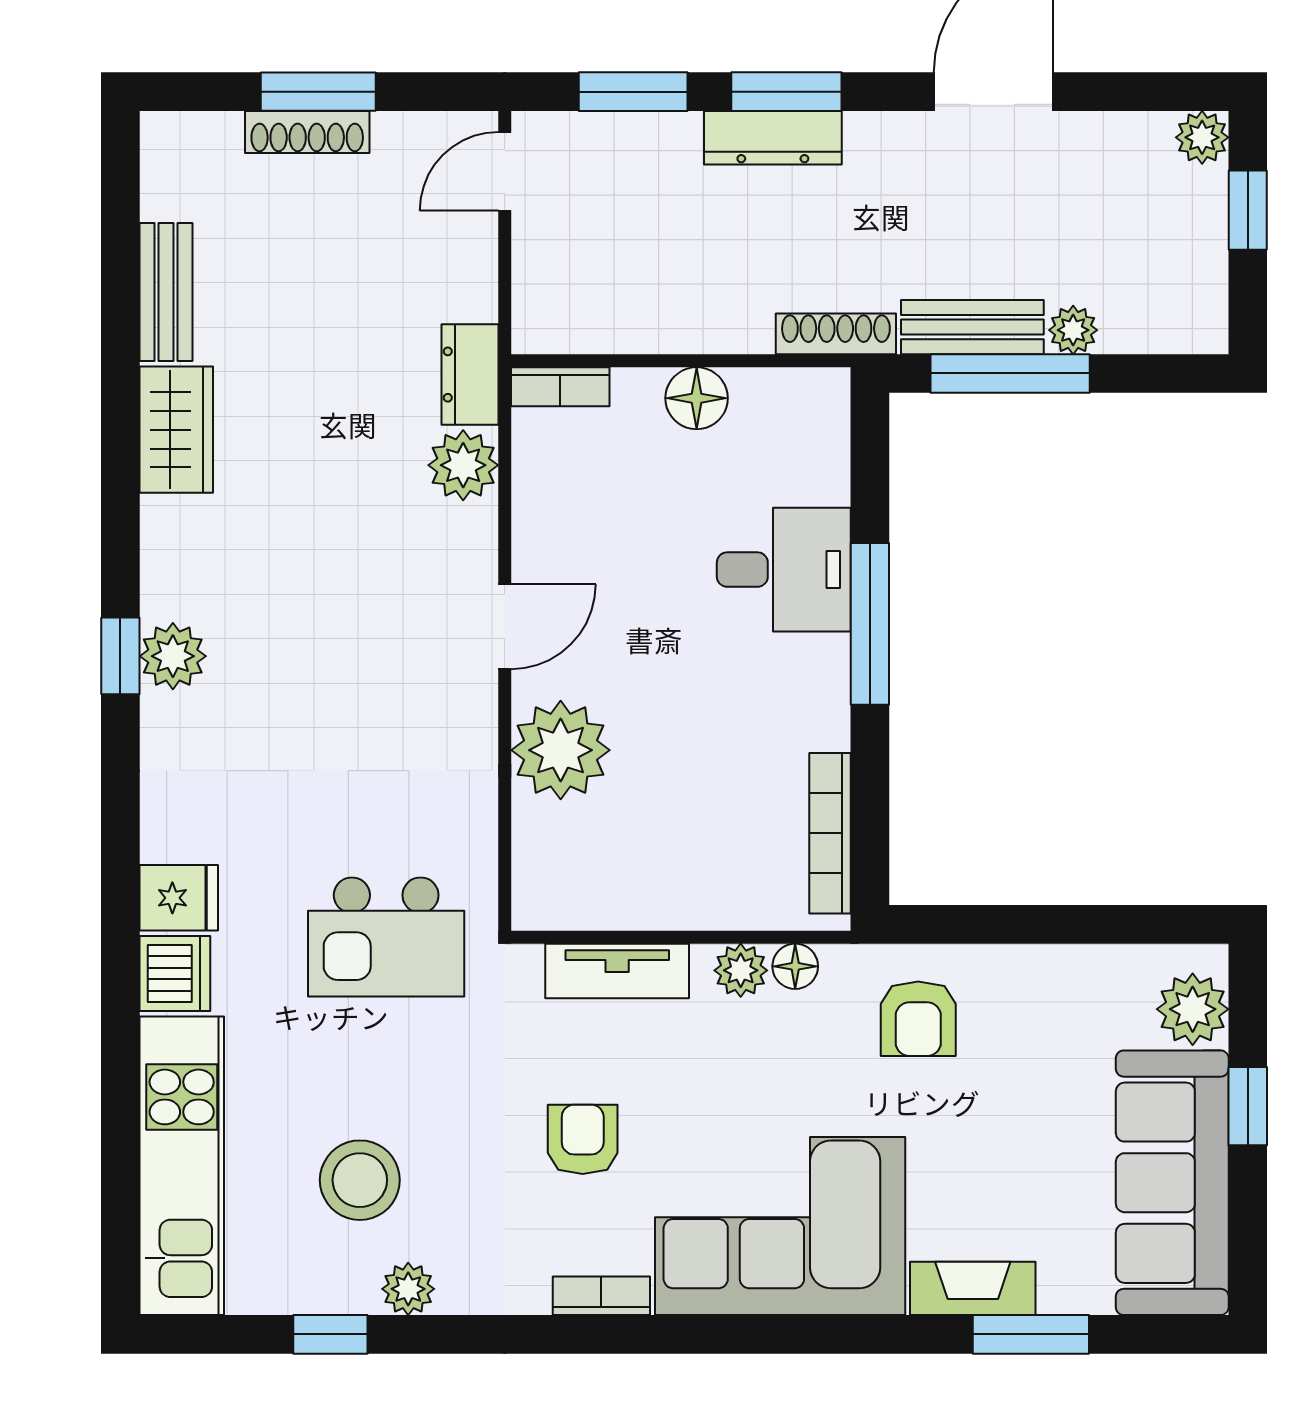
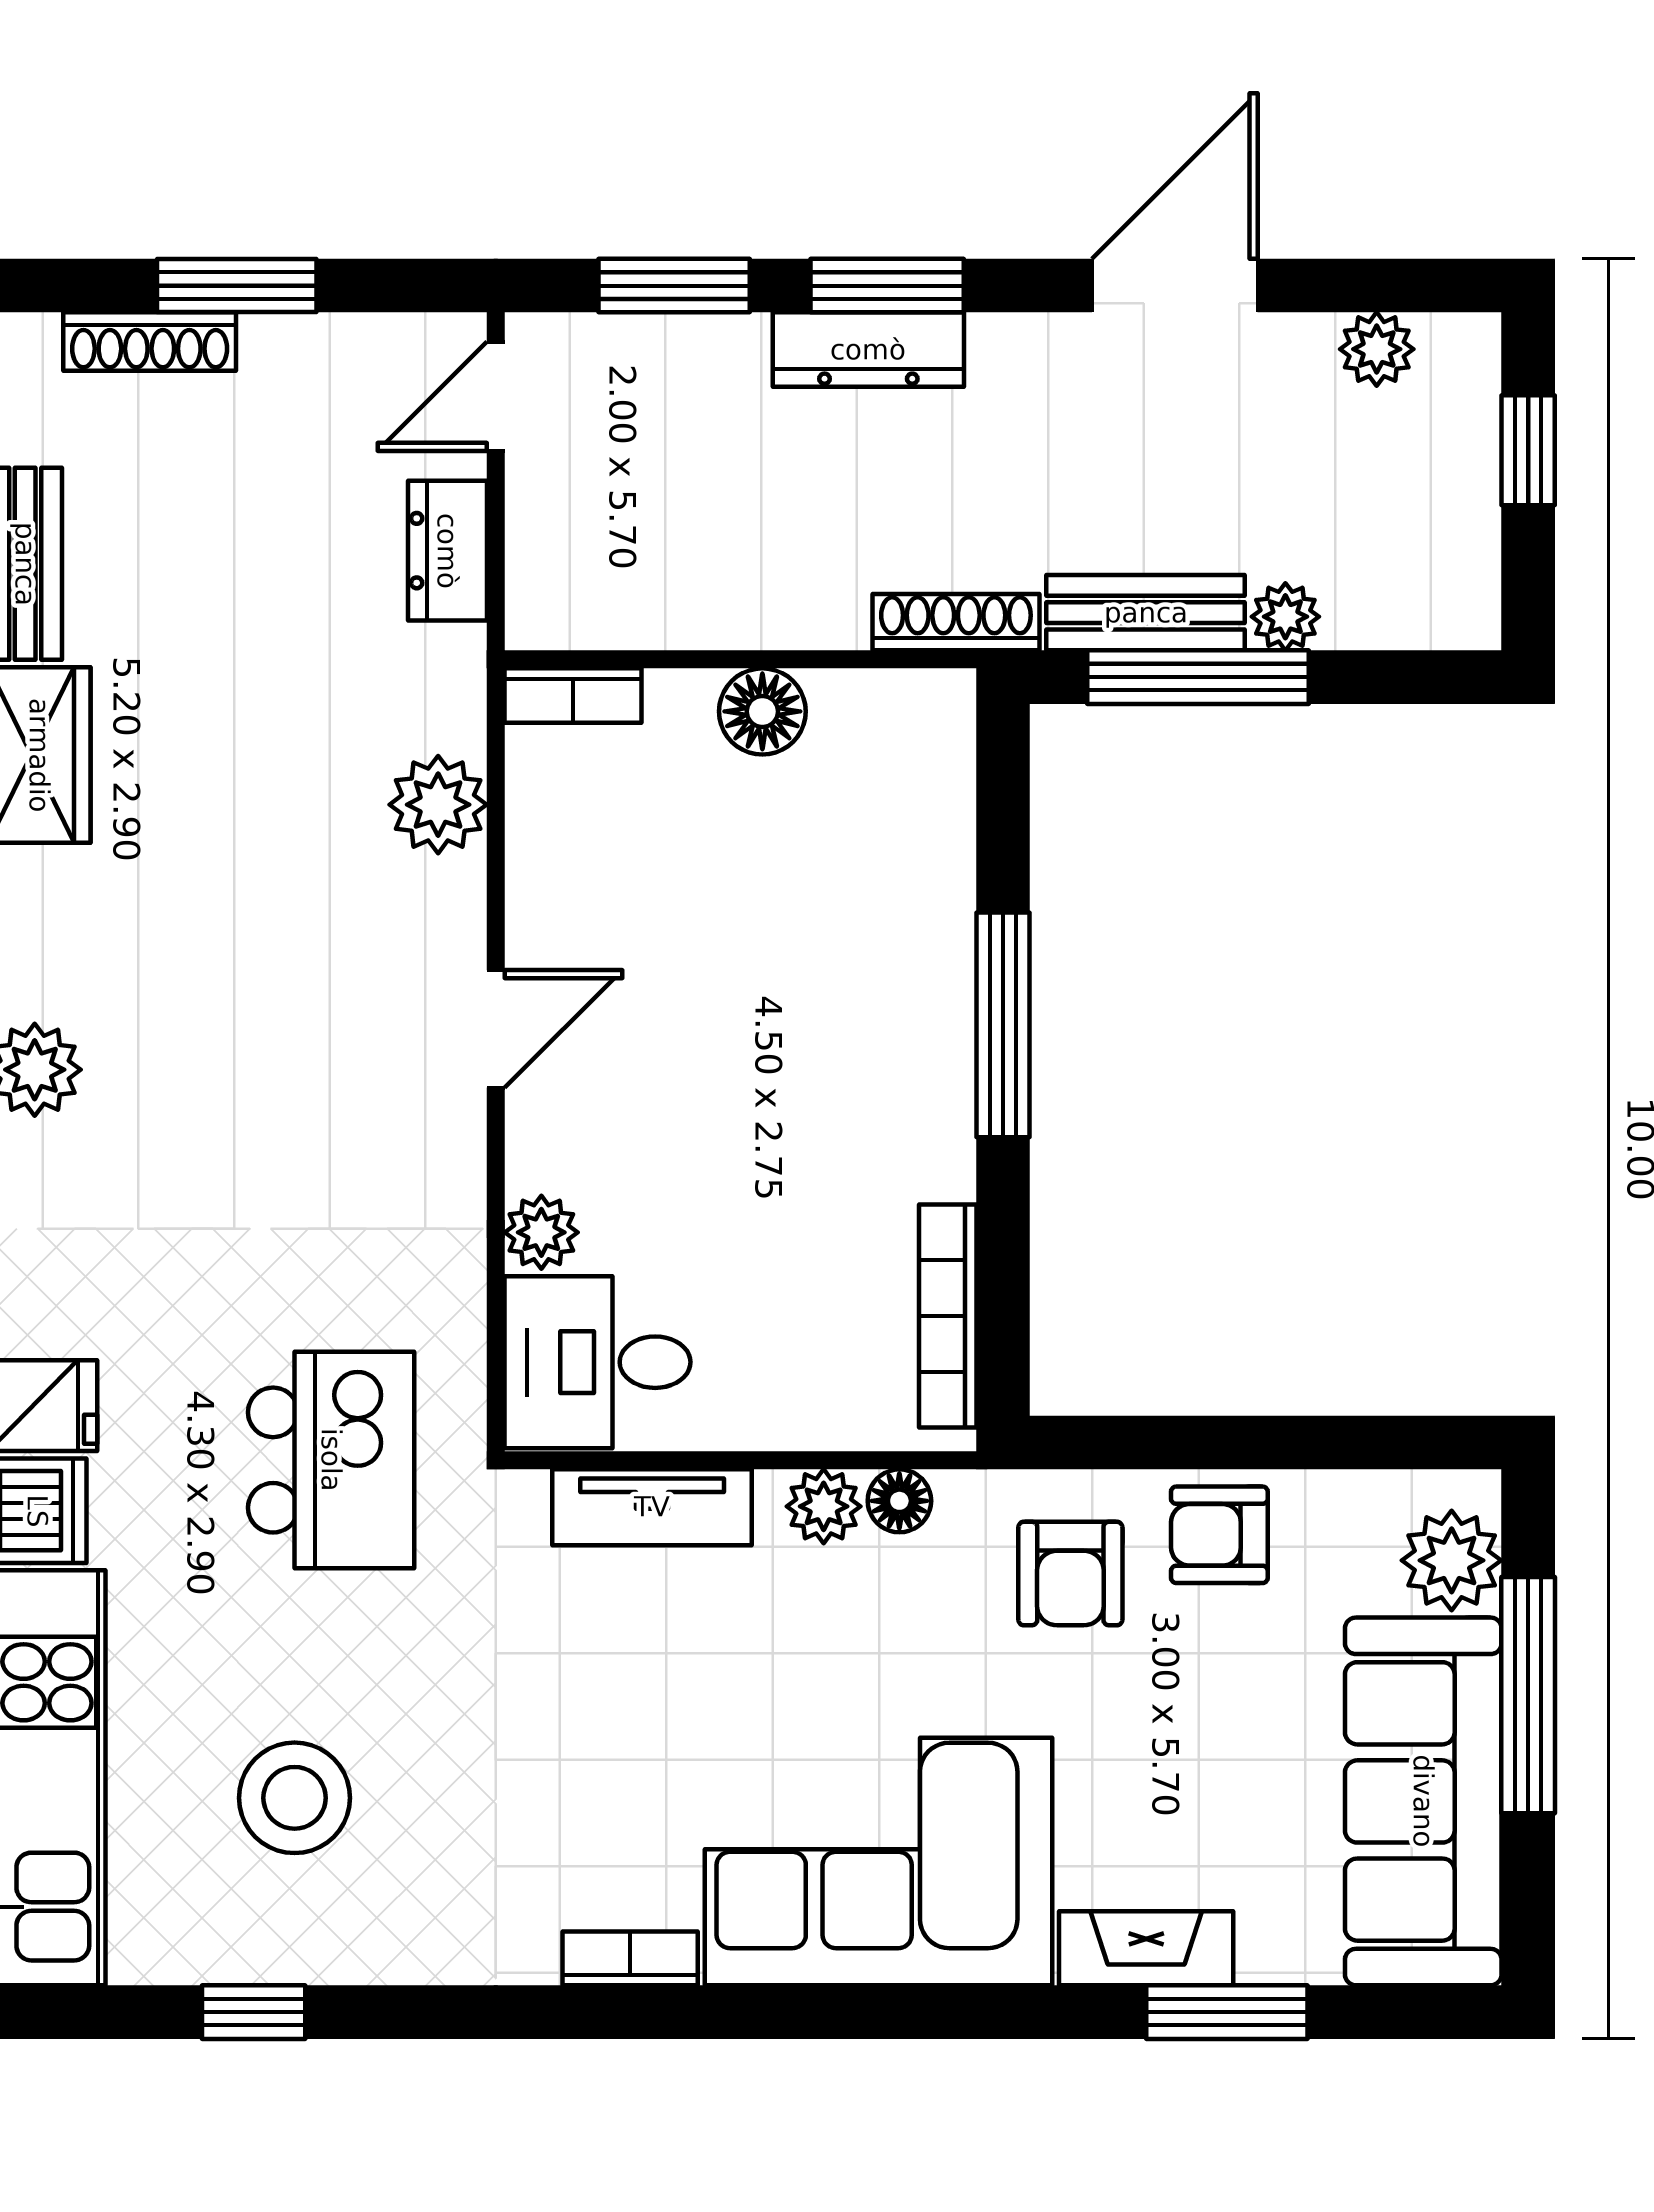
shoe rack: (307, 132) -> (150, 342), moved
plant: (1202, 137) -> (1377, 349), moved
dresser: (470, 375) -> (447, 551), moved
desk: (784, 570) -> (598, 1362), moved, turned 180
plant: (561, 750) -> (541, 1232), width x0.53, depth x0.53
kitchen island: (386, 937) -> (331, 1460), turned -90
window: (1248, 1106) -> (1528, 1695), width x2.17
armchair: (583, 1139) -> (1219, 1535), moved, turned -90
plant: (408, 1289) -> (362, 1949), removed

